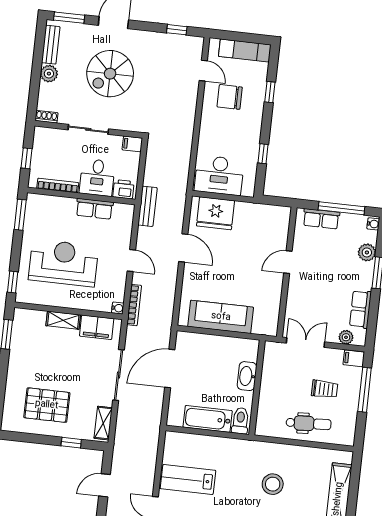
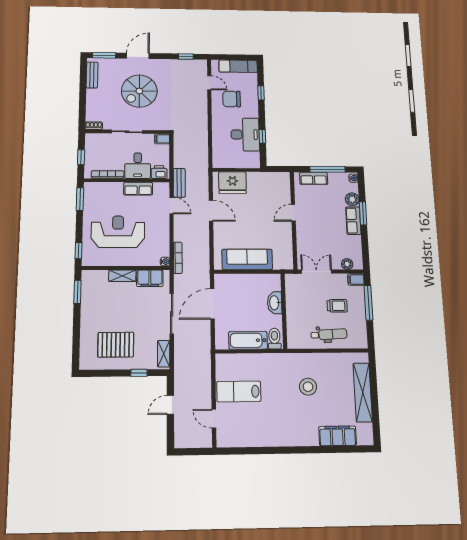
plant: (49, 74) -> (93, 95), removed
desk: (219, 175) -> (245, 135), moved, turned -90
door: (131, 261) -> (171, 206), moved
row of seats: (360, 309) -> (353, 221), moved

